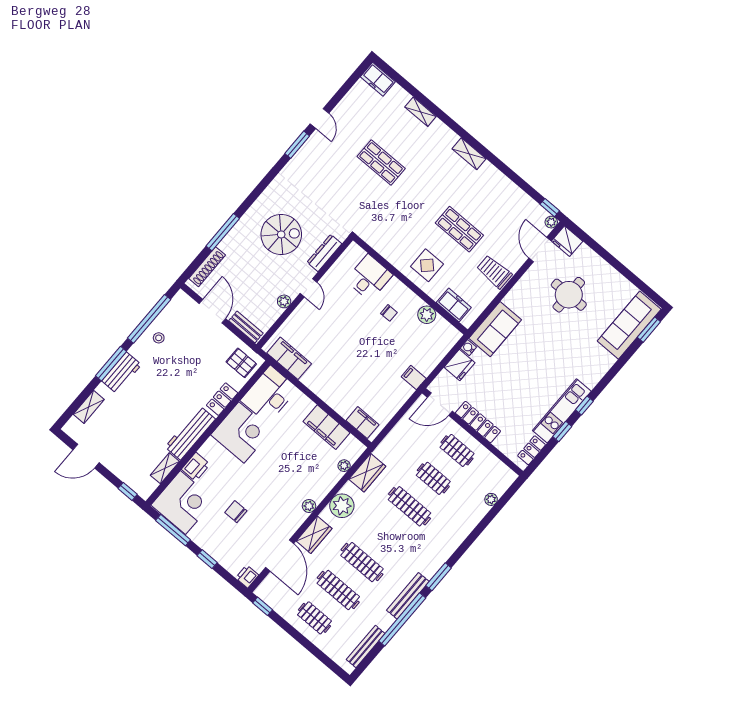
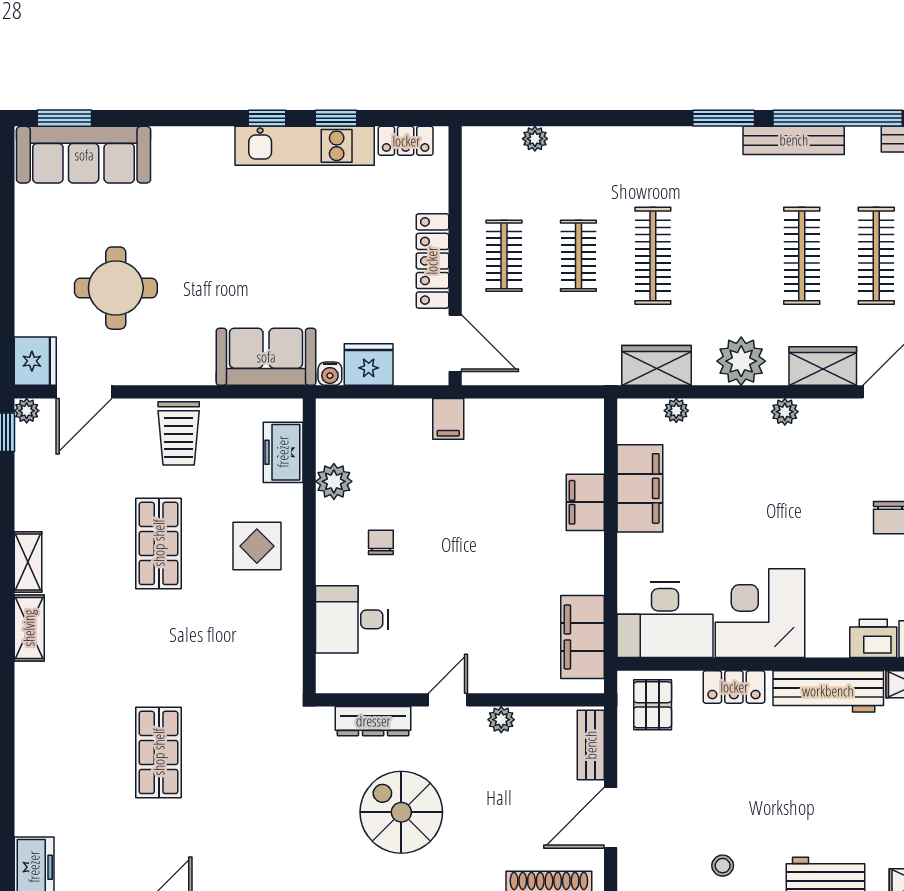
shelving: (420, 112) -> (28, 562), moved
filing cabinet: (362, 423) -> (585, 502), moved

